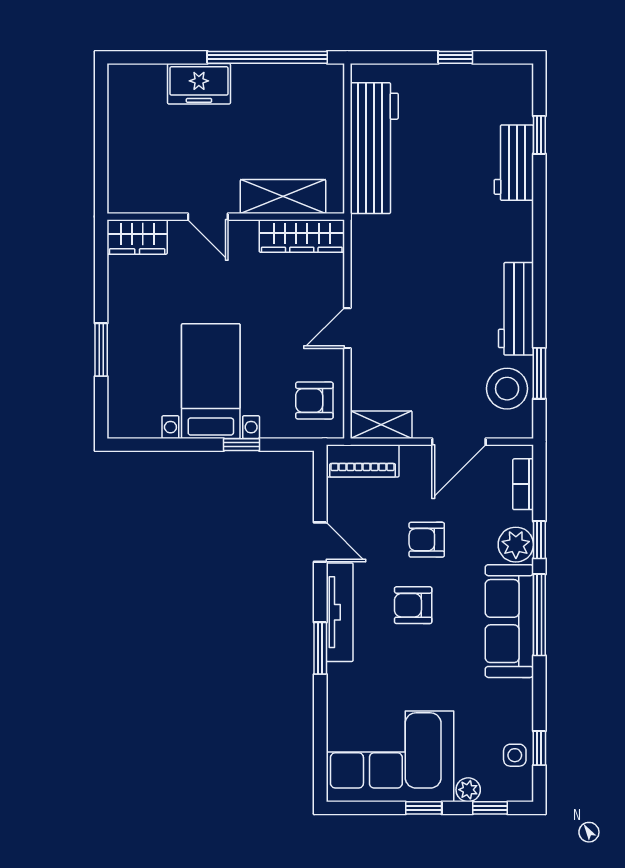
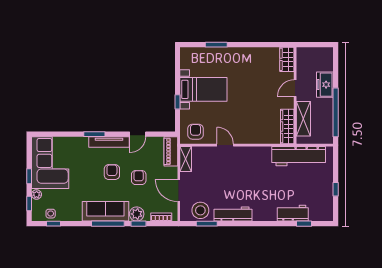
shelving: (283, 196) -> (303, 119), moved
door: (208, 217) -> (295, 88), moved
wall: (226, 217) -> (295, 95), moved
wardrobe: (302, 236) -> (287, 127), moved
wardrobe: (137, 237) -> (287, 59), moved

